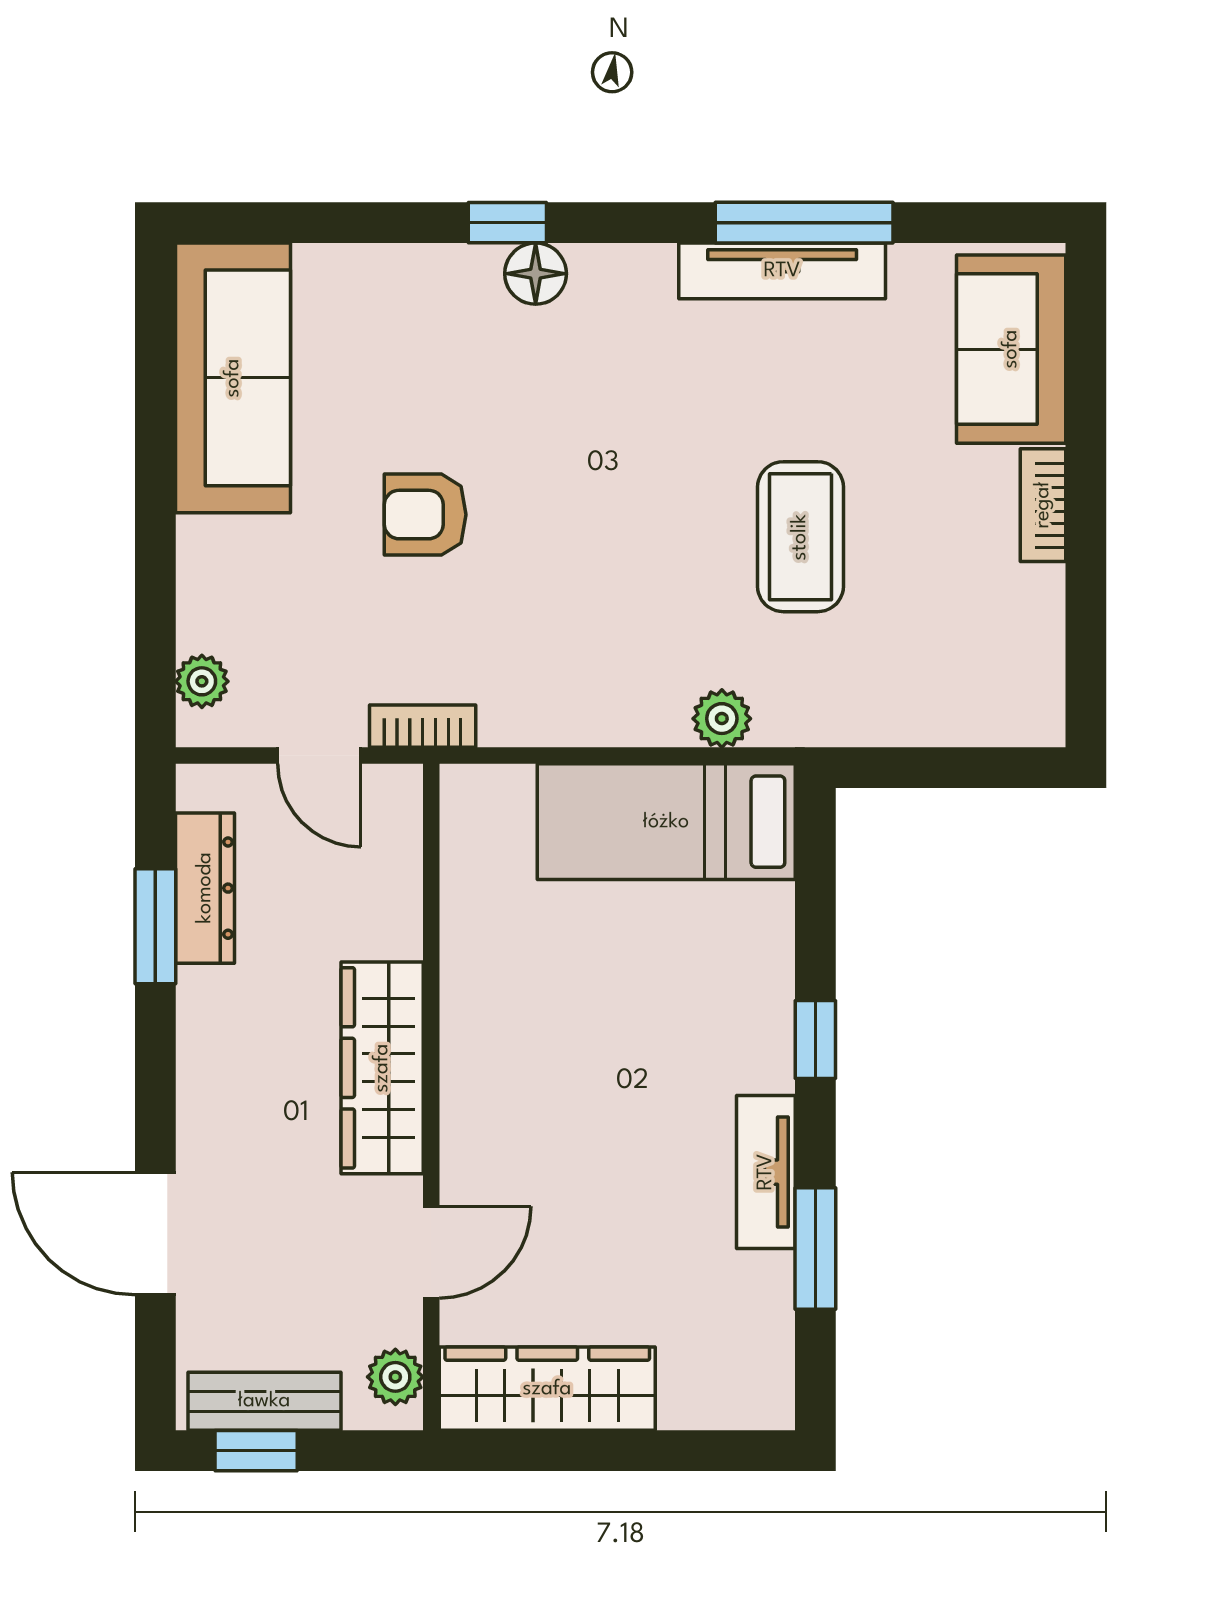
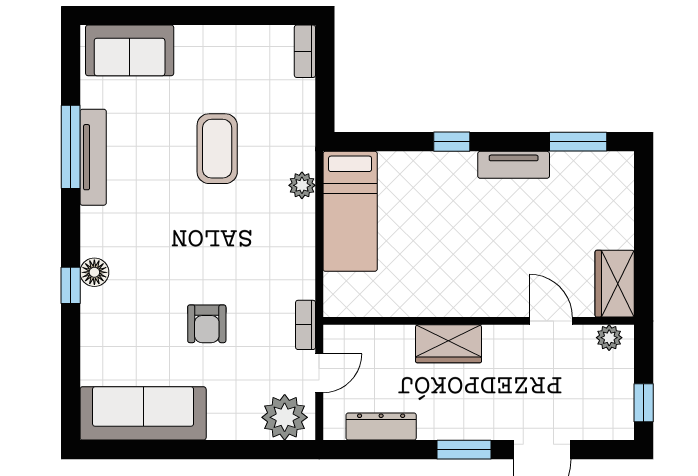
bookcase: (1043, 505) -> (305, 51), moved, turned 90
coffee table: (800, 537) -> (217, 149), turned 90
plant: (202, 681) -> (285, 417), width x1.88, depth x1.88
window: (155, 926) -> (464, 450), moved
wardrobe: (382, 1068) -> (449, 344), width x0.67
window: (815, 1248) -> (578, 142), moved
wardrobe: (547, 1389) -> (615, 284), width x0.67
bench: (264, 1401) -> (621, 399), removed

